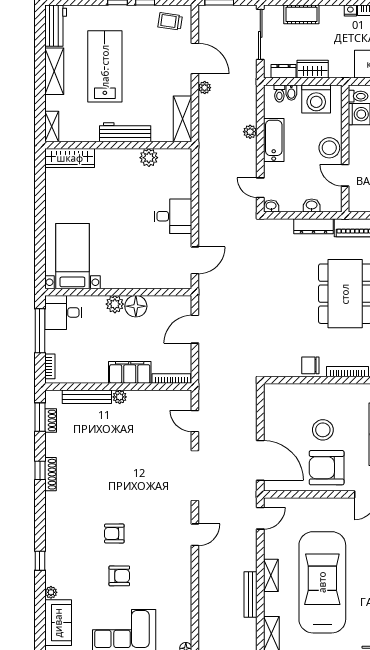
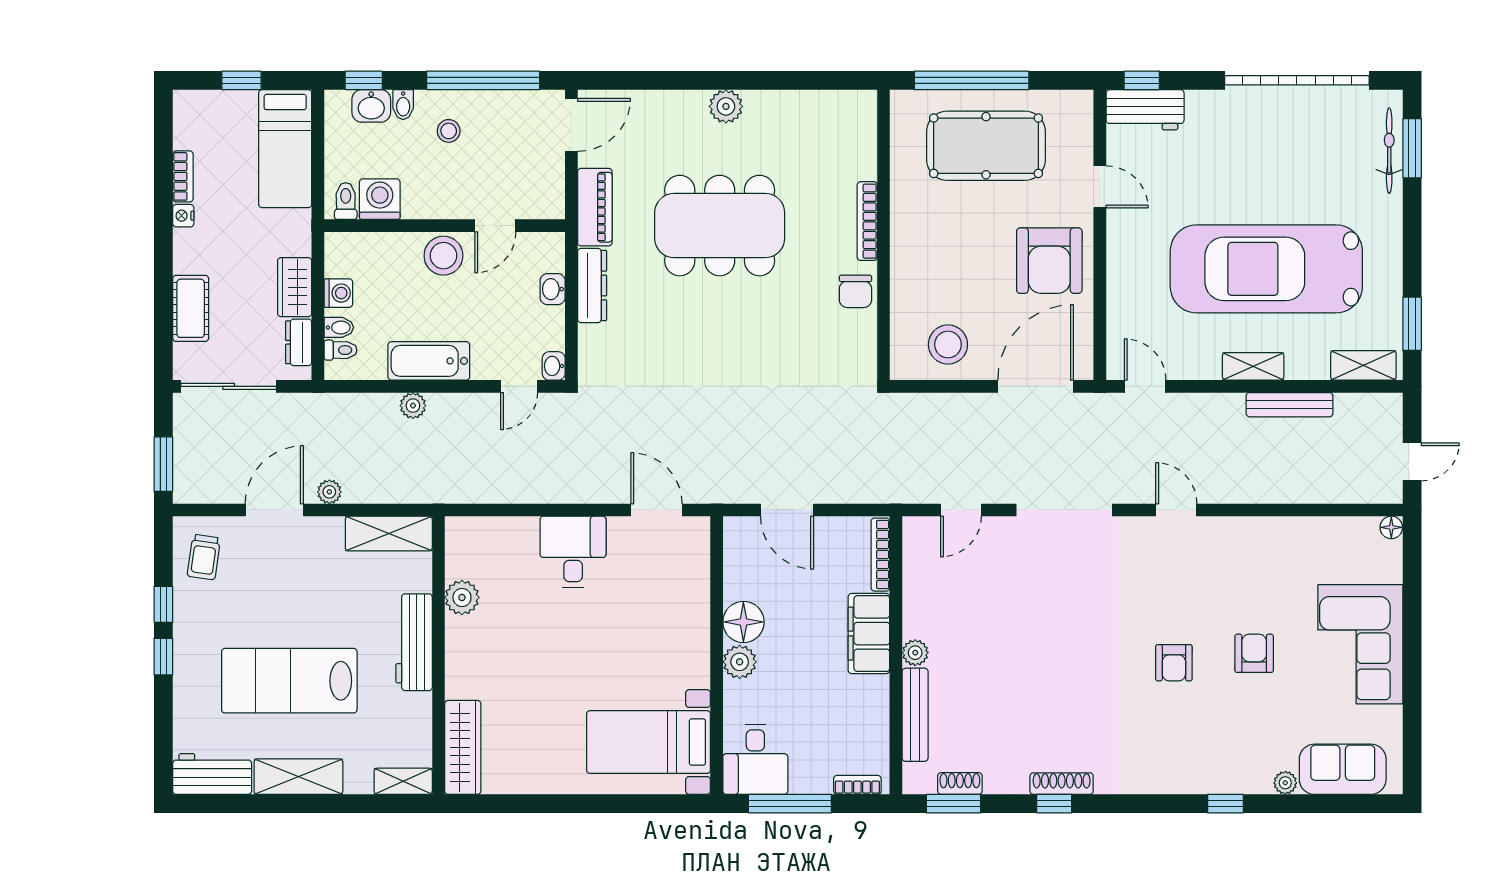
washing machine: (316, 99) -> (338, 293), width x0.53, depth x0.53
stool: (323, 430) -> (948, 345), moved

